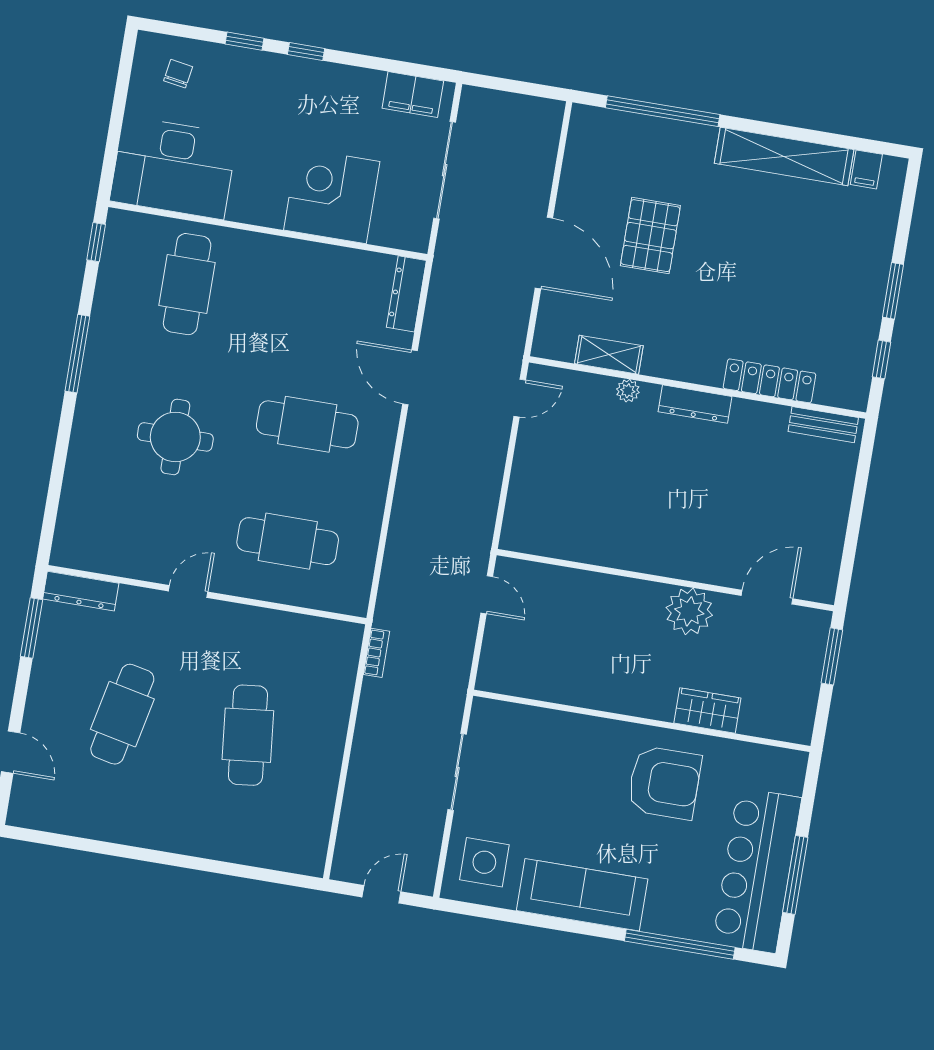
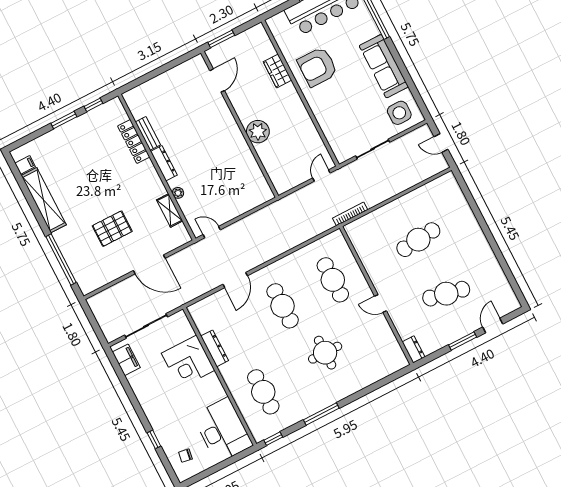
window: (306, 51) -> (140, 413), removed
door: (544, 253) -> (149, 264), swing flipped
cafe table: (187, 284) -> (263, 392), turned 90
dresser: (406, 294) -> (215, 348), moved, turned -90
bench: (823, 425) -> (148, 133), moved
dresser: (81, 591) -> (413, 349), width x0.70
door: (487, 595) -> (321, 175), moved
door: (767, 597) -> (217, 81), swing flipped
plant: (689, 611) -> (258, 132), moved
window: (31, 628) -> (463, 341), moved
bookcase: (377, 653) -> (350, 214), width x1.56
armchair: (664, 783) -> (317, 67), turned -90

